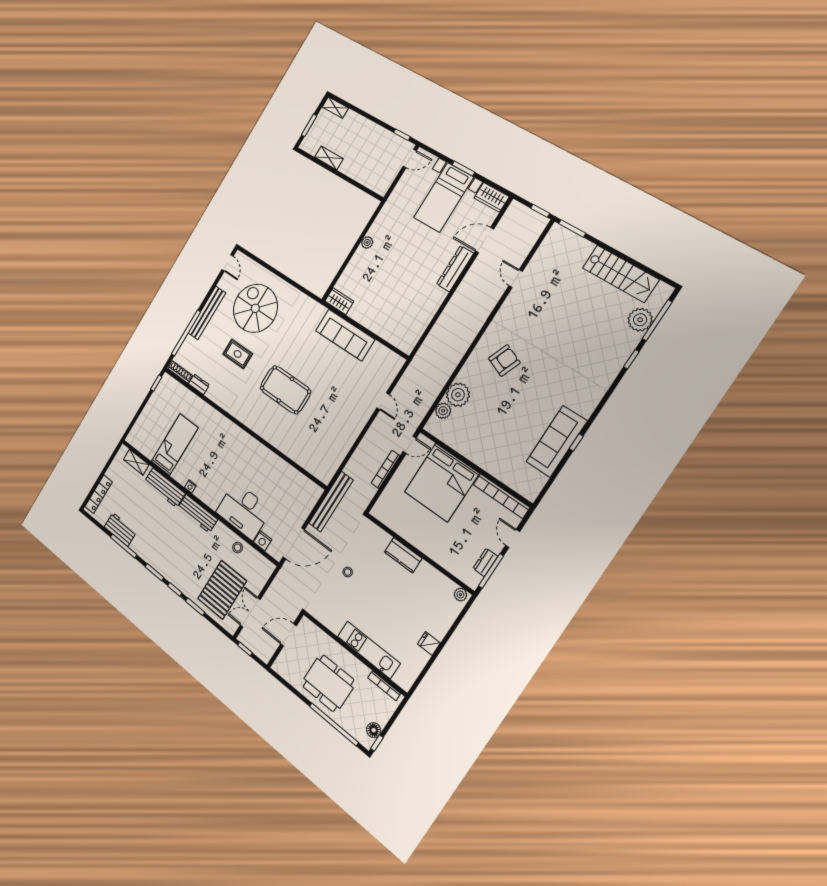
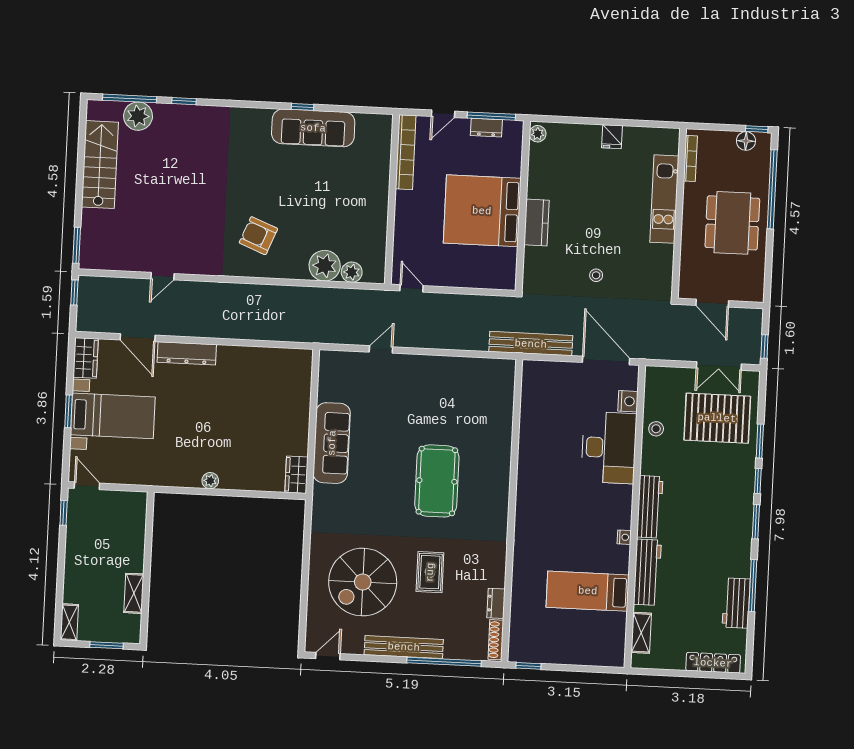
bookcase: (386, 470) -> (455, 300), removed
bed: (442, 483) -> (482, 211), moved, turned 180

